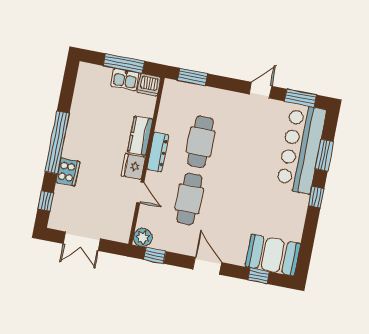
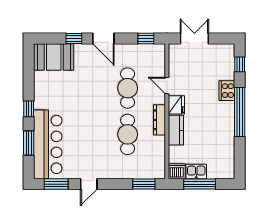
plant: (143, 237) -> (158, 51), removed
double door: (82, 241) -> (194, 38), moved
window: (259, 276) -> (74, 38), moved

